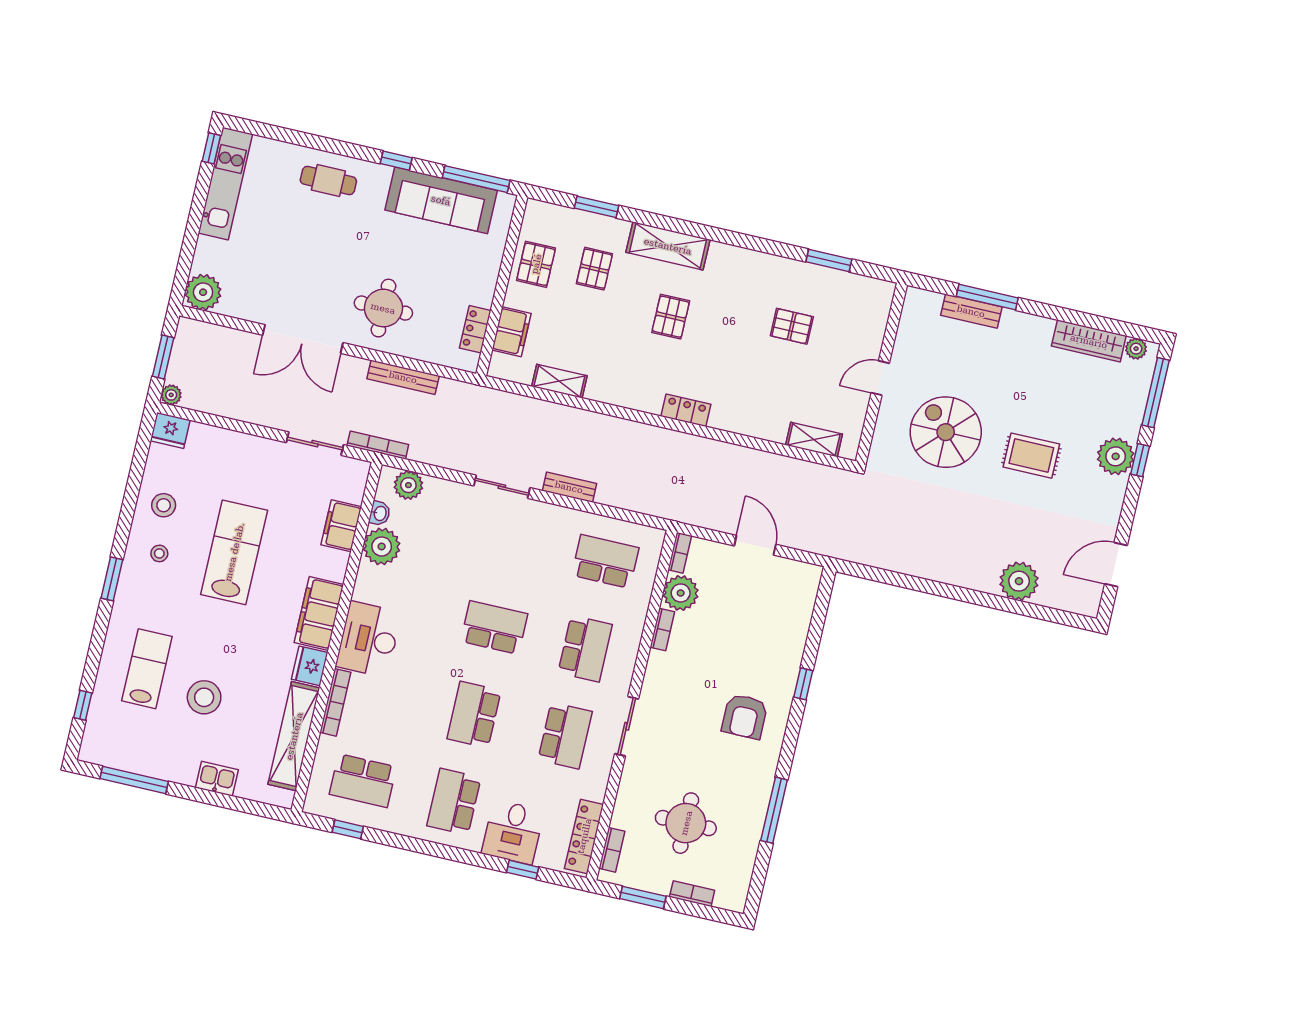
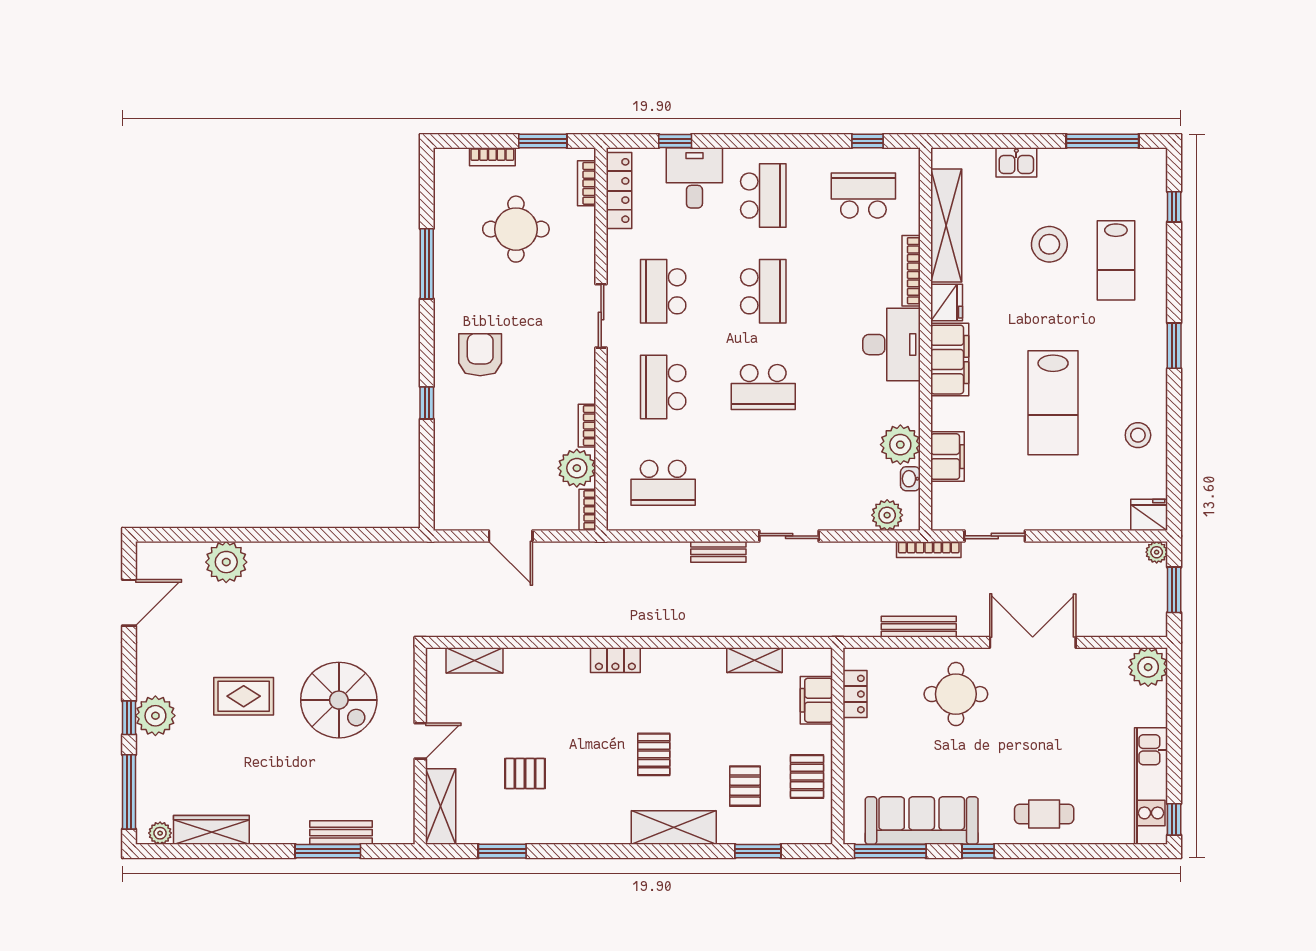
shelving: (875, 314) -> (441, 806), added
stool: (159, 553) -> (1131, 384), removed

